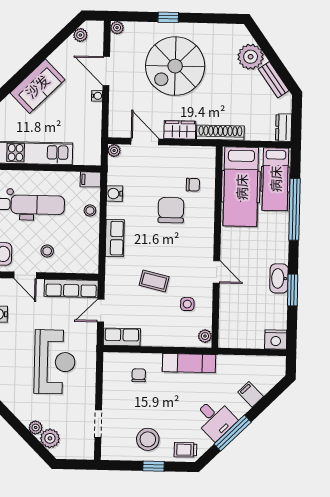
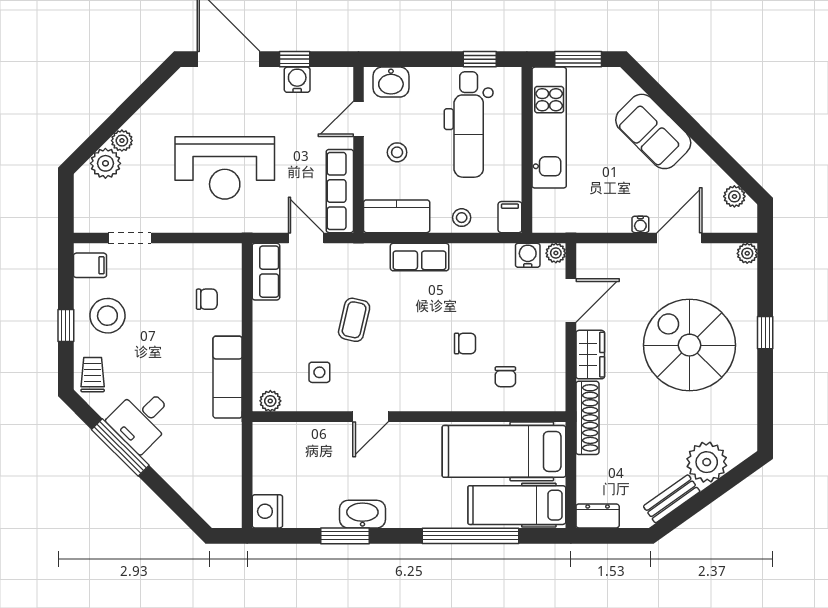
water cooler: (115, 194) -> (528, 255), moved
chair: (171, 210) -> (465, 344), width x0.54, depth x0.54
kitchen counter: (88, 252) -> (397, 216), added
filing cabinet: (251, 394) -> (90, 265), moved, turned 45

